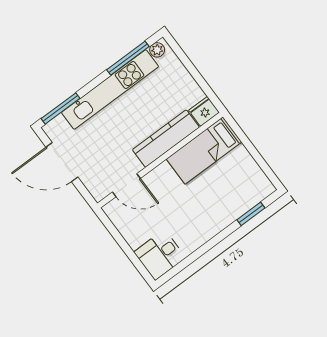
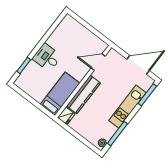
kitchen unit: (110, 89) -> (127, 107), width x0.73
desk: (160, 255) -> (47, 57), moved, turned -90

